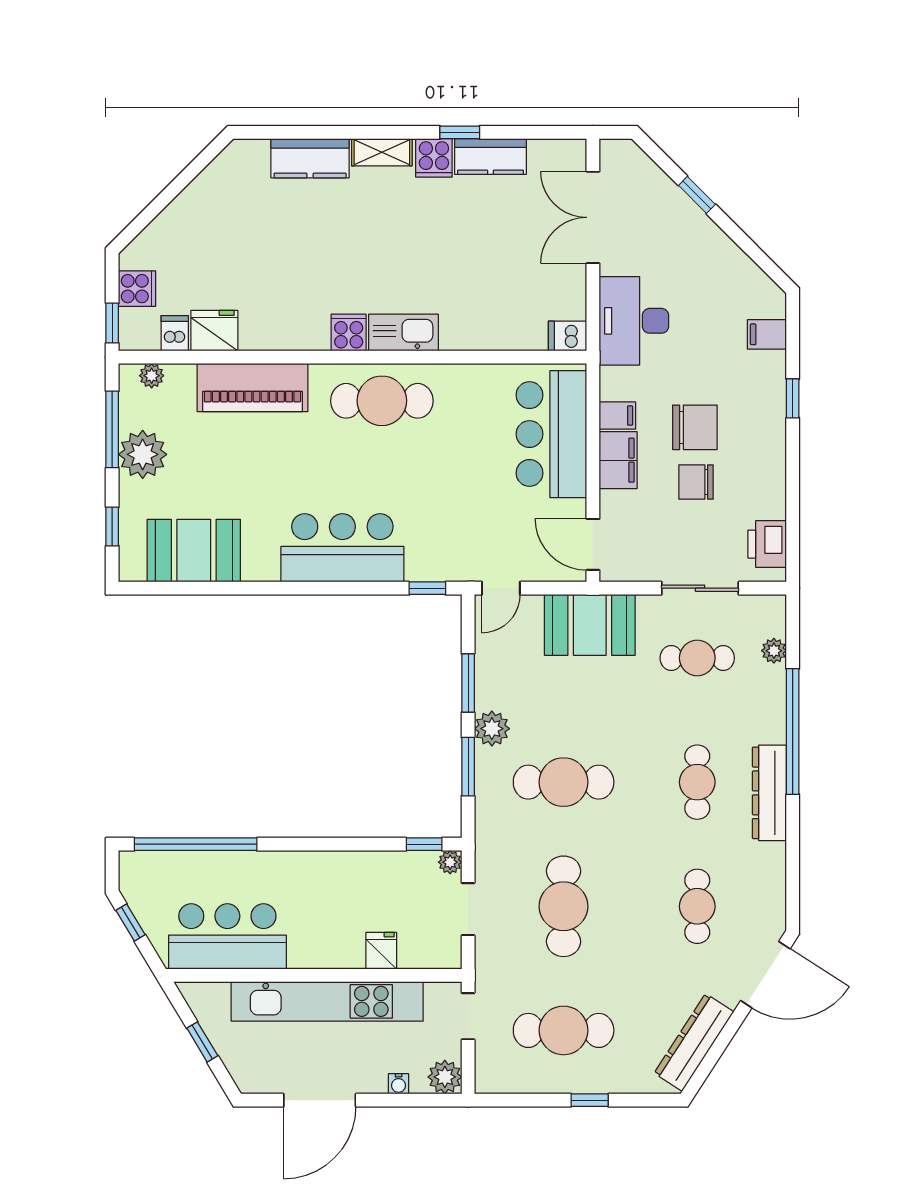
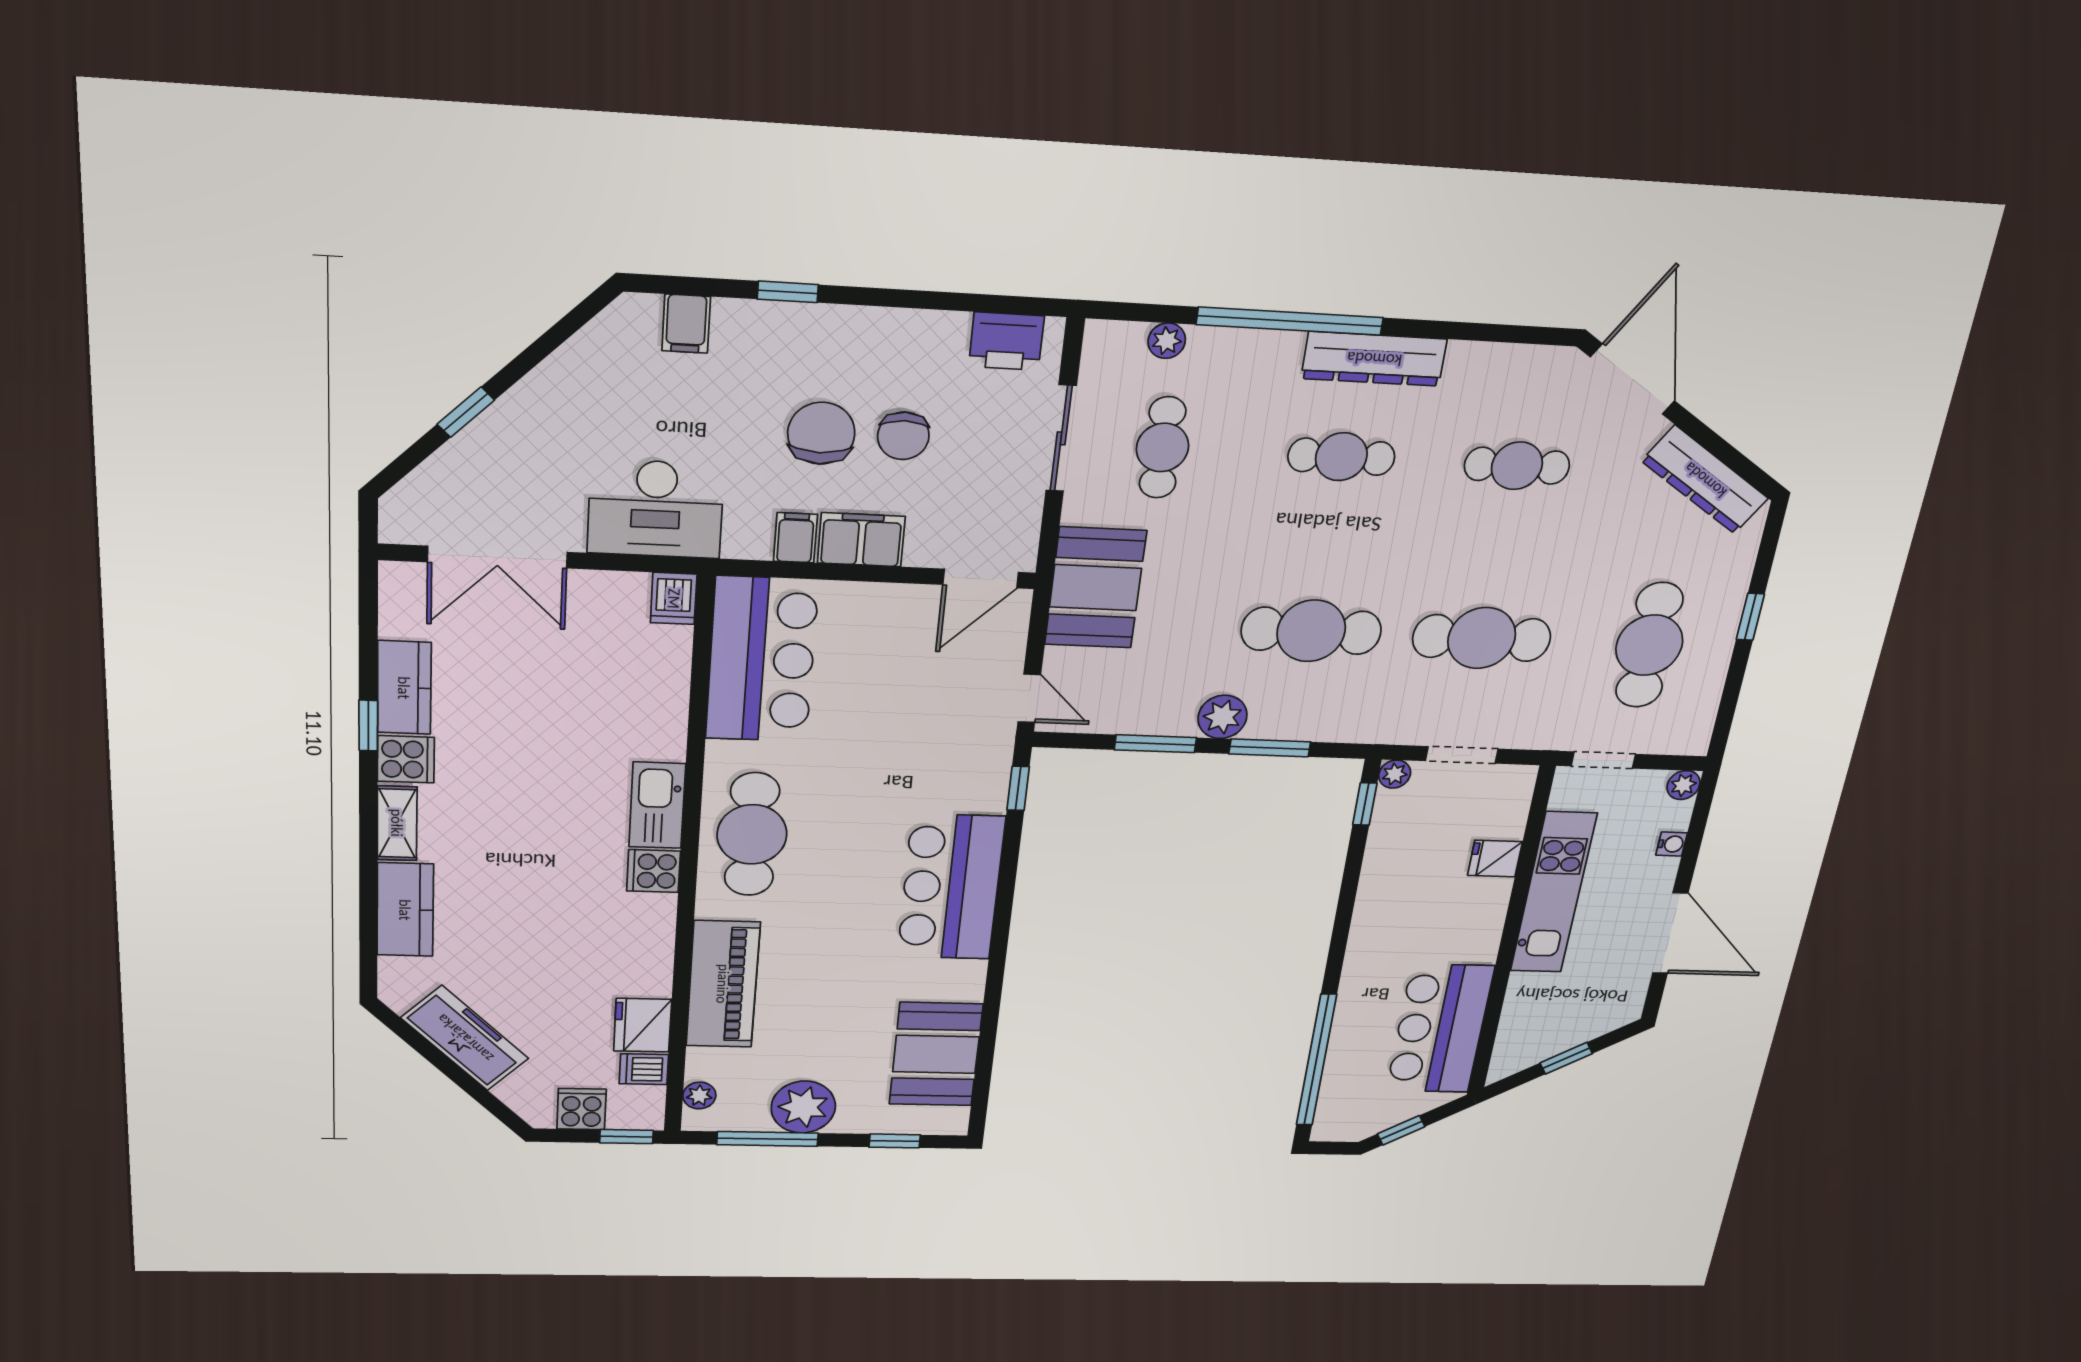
freezer: (199, 202) -> (465, 1038), added
bar counter: (551, 434) -> (762, 660), moved, turned -90
cafe table: (564, 782) -> (1311, 631), turned 90
kitchen unit: (327, 1001) -> (1553, 893), width x0.73
plant: (445, 1077) -> (1683, 785), width x0.73, depth x0.73

